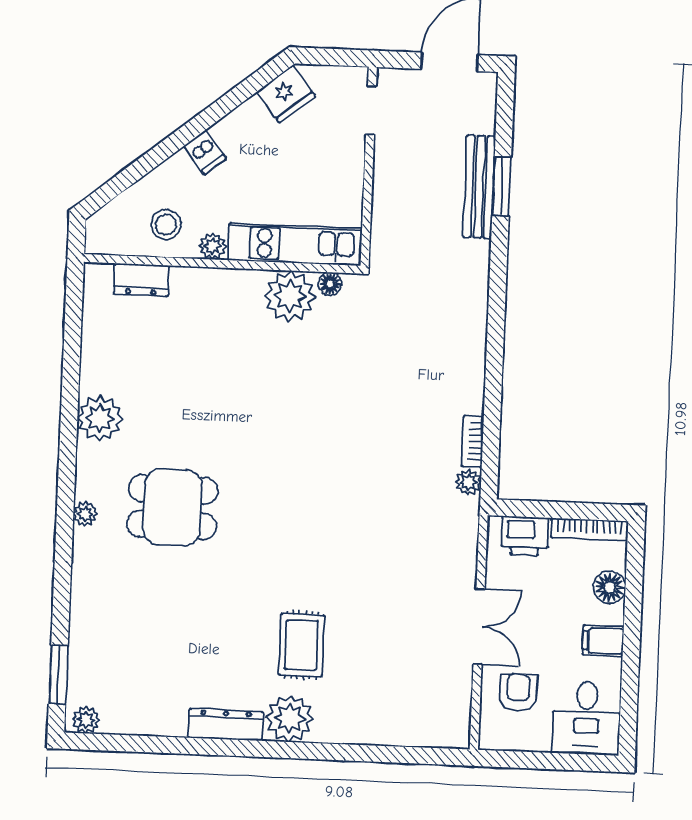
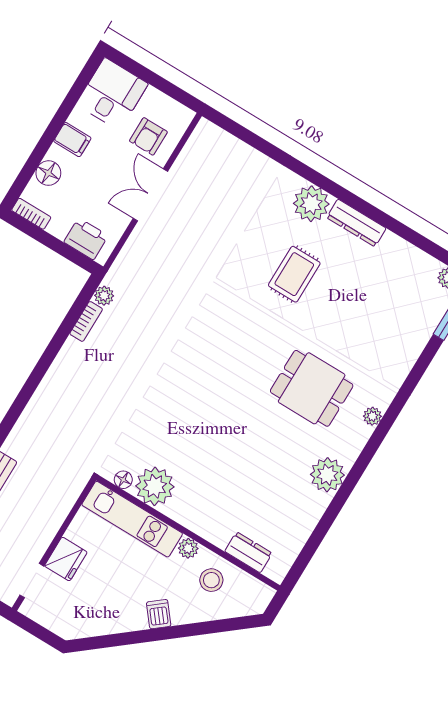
fridge: (286, 94) -> (66, 559), moved, turned 129
bookcase: (589, 529) -> (31, 214), width x0.64
rug: (302, 645) -> (294, 274), moved

